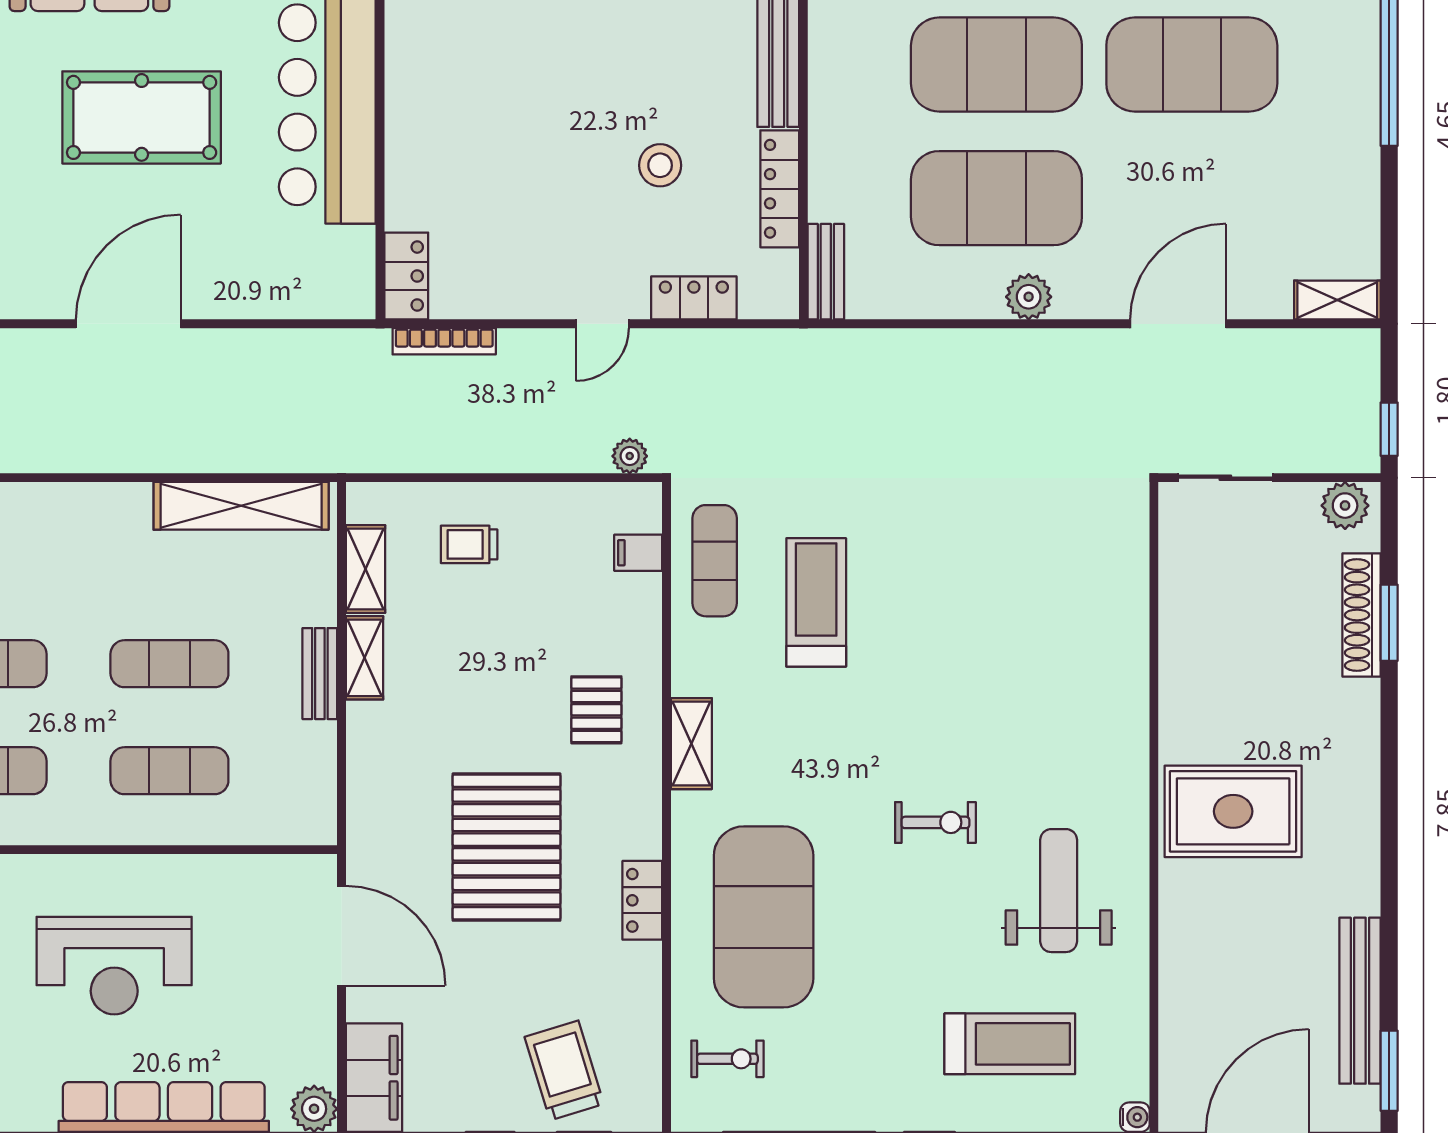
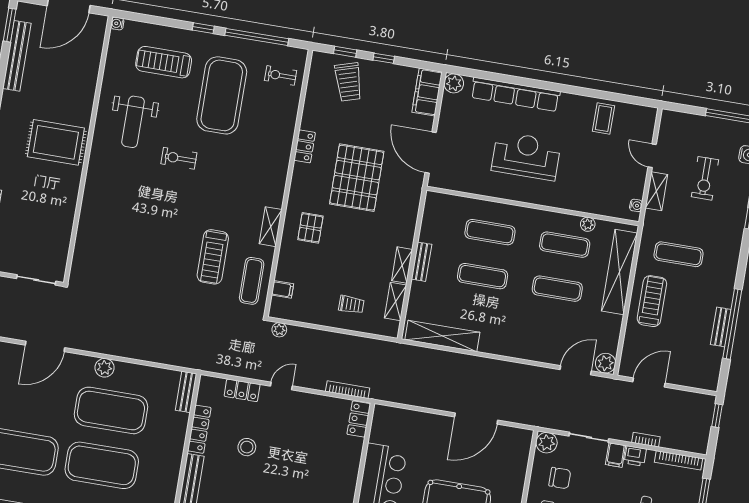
shelving: (691, 744) -> (271, 227), moved
exercise mat: (764, 917) -> (222, 95), moved

